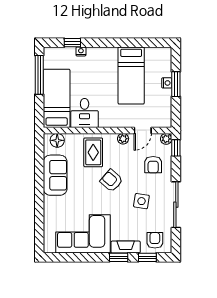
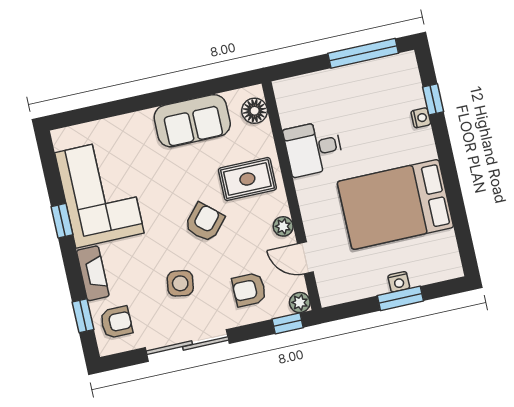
bed: (131, 76) -> (395, 205), width x1.50
bed: (57, 98) -> (328, 93), removed
window: (119, 257) -> (62, 221), moved

